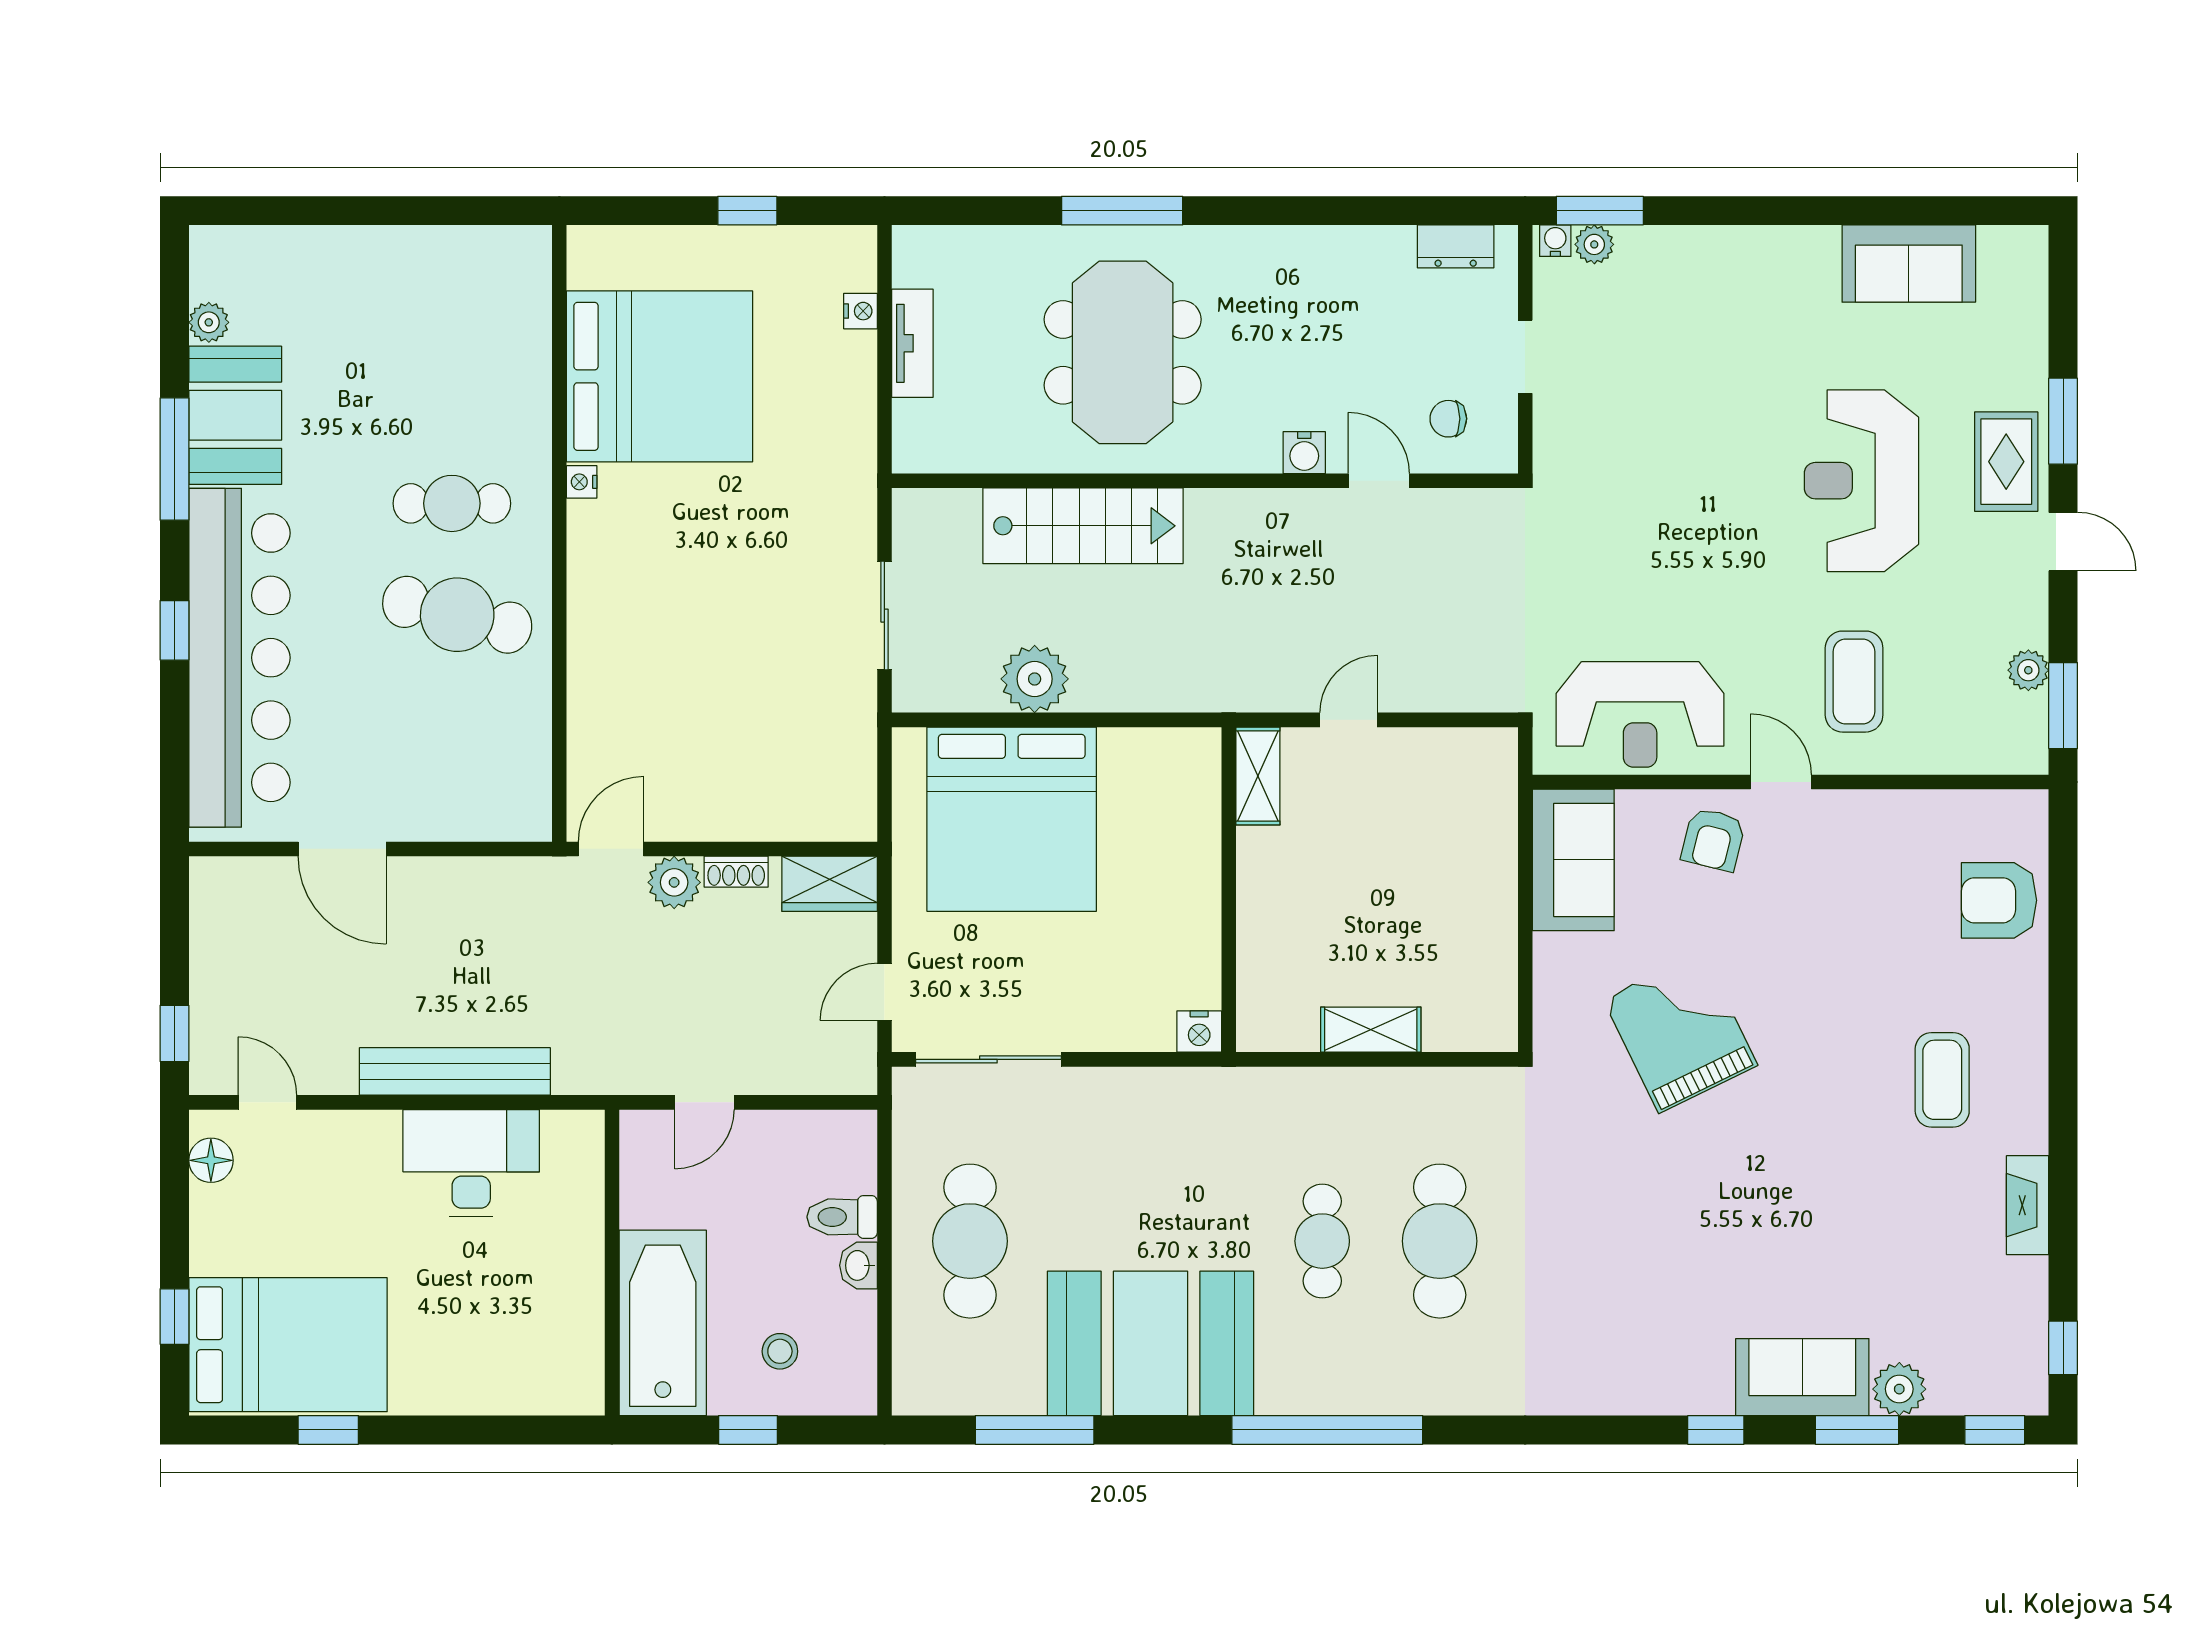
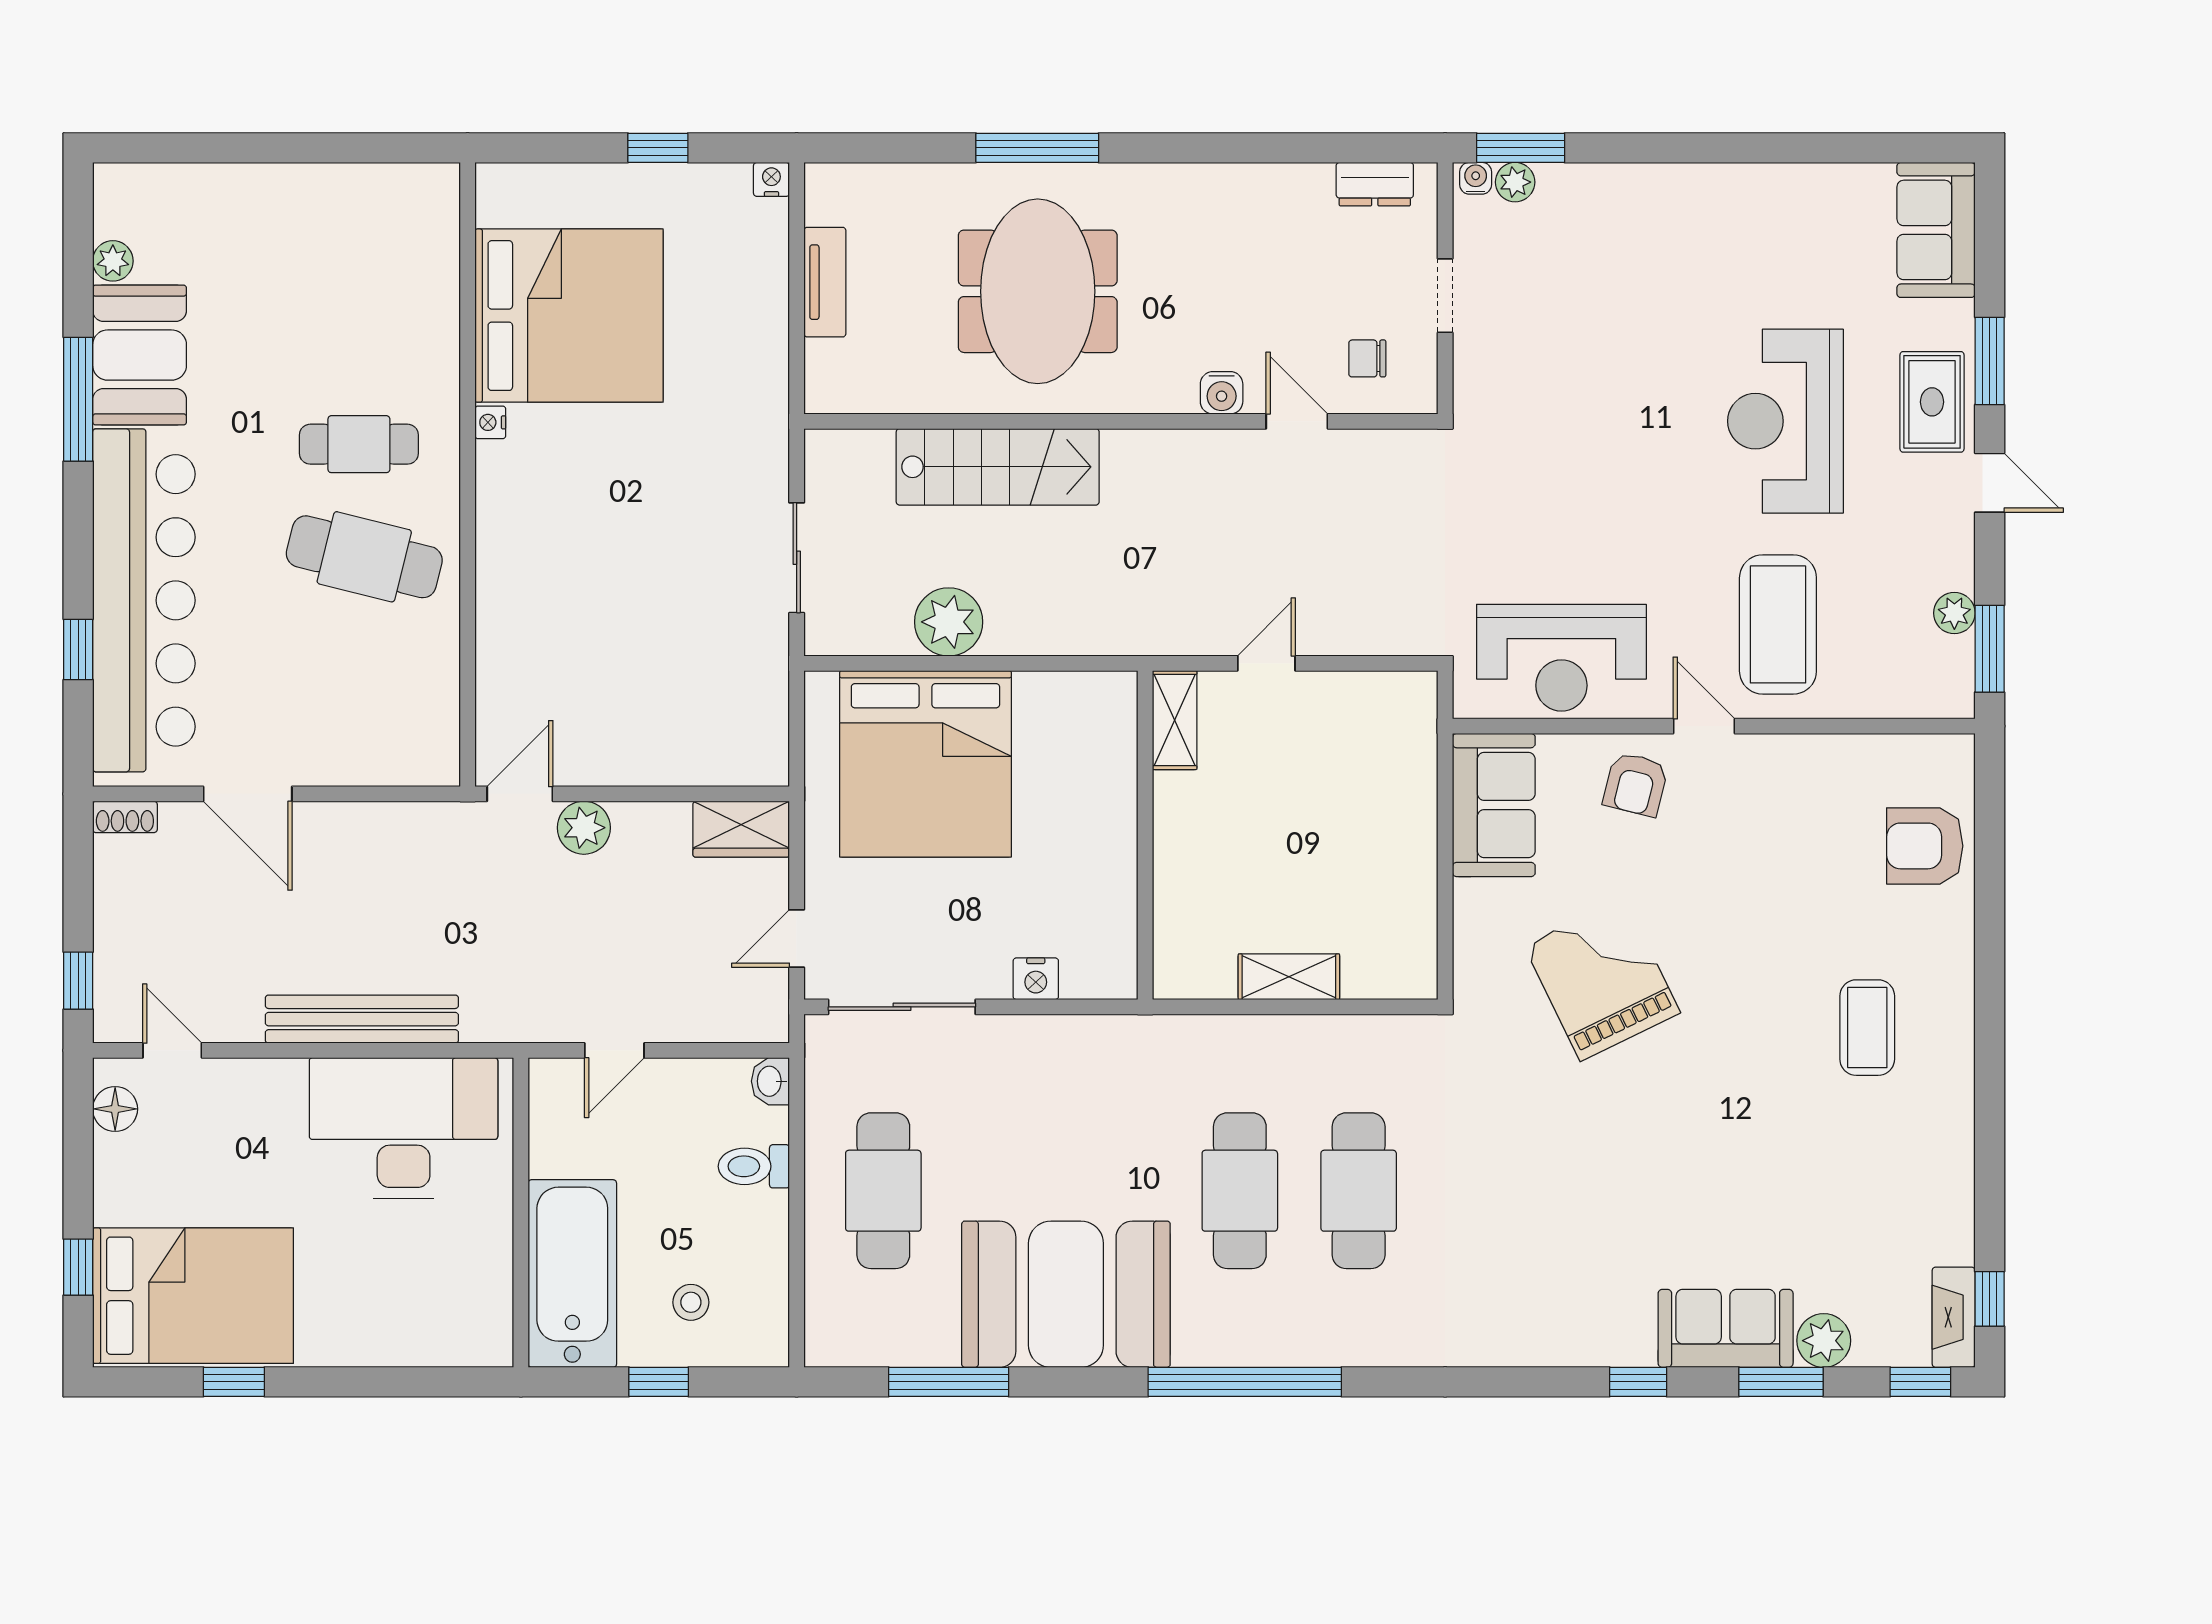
sofa: (1909, 264) -> (1936, 230), moved, turned 90
nightstand: (861, 311) -> (771, 179), moved, turned -90
window: (174, 630) -> (78, 650), moved
coffee table: (1854, 682) -> (1778, 624), width x1.36, depth x1.32
shoe rack: (736, 872) -> (125, 817), moved
nightstand: (1199, 1032) -> (1036, 979), moved
desk: (471, 1163) -> (404, 1128), width x1.36, depth x1.30
fireplace: (2028, 1205) -> (1954, 1317), moved
cafe table: (1322, 1241) -> (1240, 1191), width x1.37, depth x1.35
washbasin: (858, 1265) -> (770, 1081), moved

